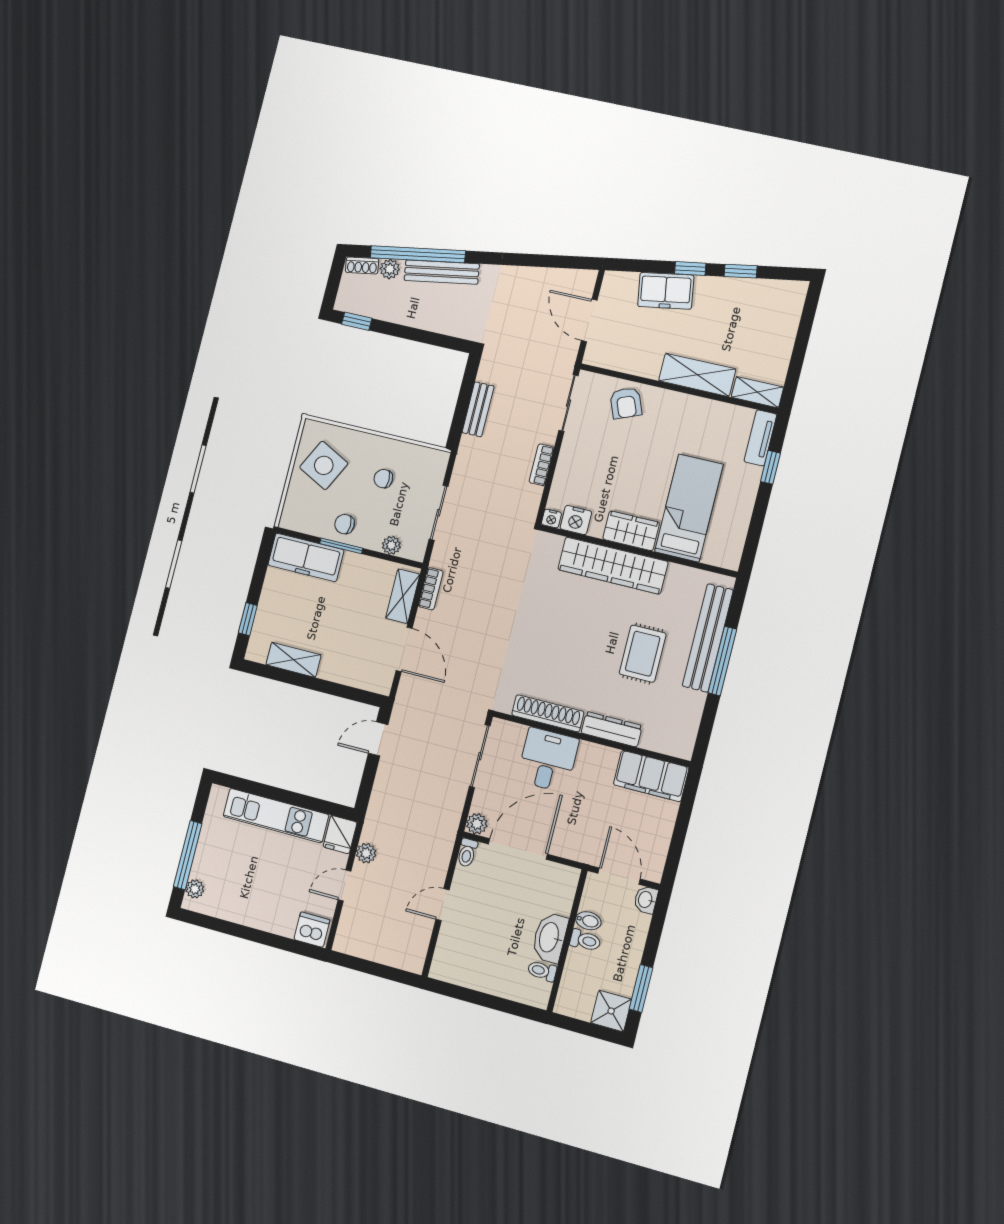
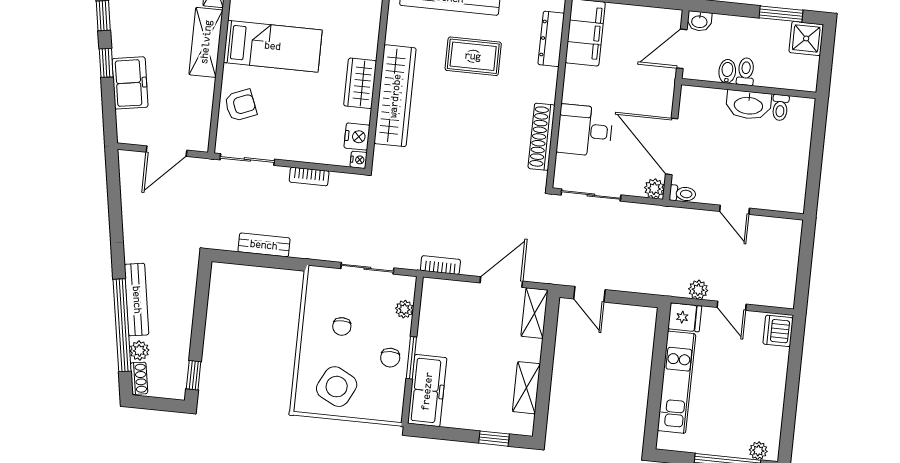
bed: (689, 508) -> (273, 46), moved, turned 180
shelving: (403, 596) -> (534, 313), moved, turned 90
dresser: (612, 729) -> (551, 39), moved

